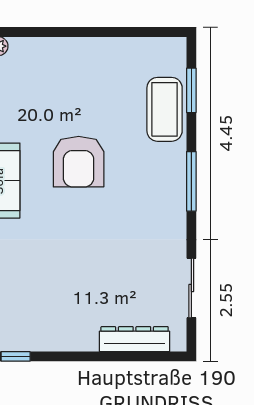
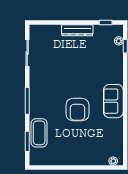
armchair: (79, 162) -> (77, 110), turned 180
dresser: (135, 339) -> (77, 30), moved

